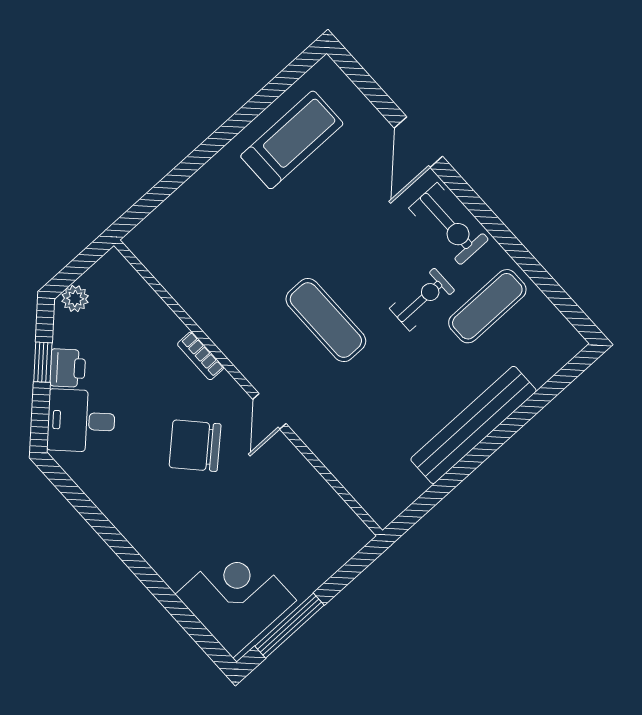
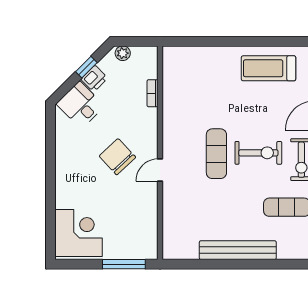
treadmill: (292, 140) -> (269, 68), turned 180
exercise bike: (422, 299) -> (258, 153), moved, width x1.38, depth x1.39
bookcase: (201, 356) -> (153, 93), moved
window: (289, 626) -> (124, 264), moved

